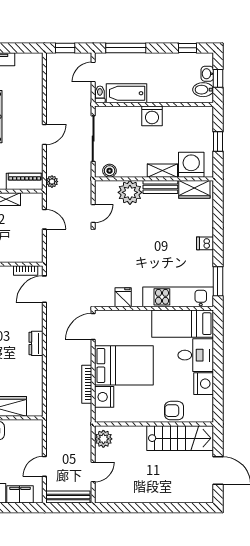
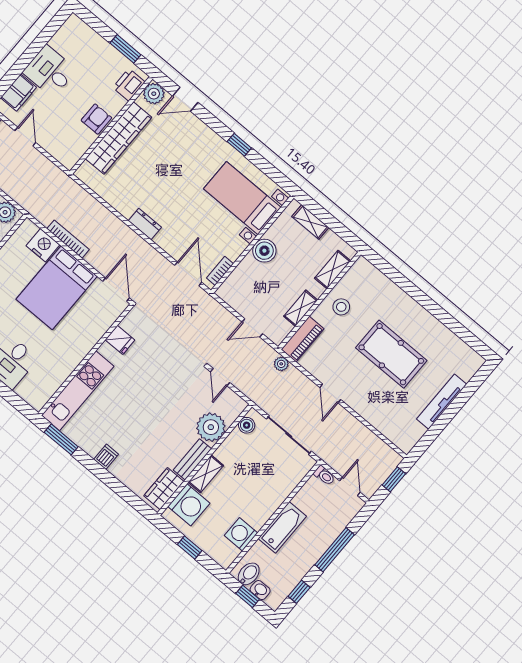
window: (126, 48) -> (335, 550), moved
bathtub: (126, 93) -> (282, 527), moved
washing machine: (152, 116) -> (241, 534), moved
bed: (183, 324) -> (50, 374), removed

